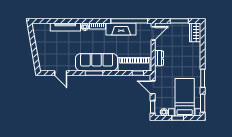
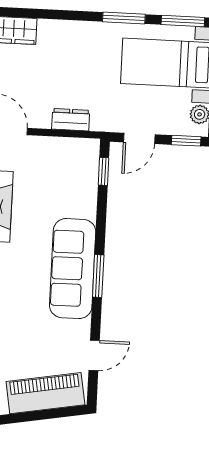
piano: (134, 64) -> (45, 393), moved, turned 80

